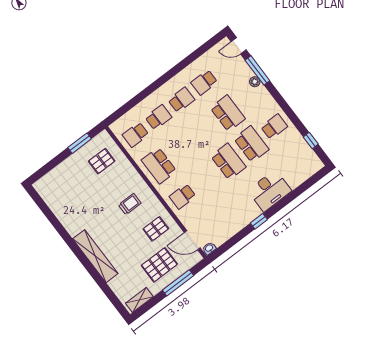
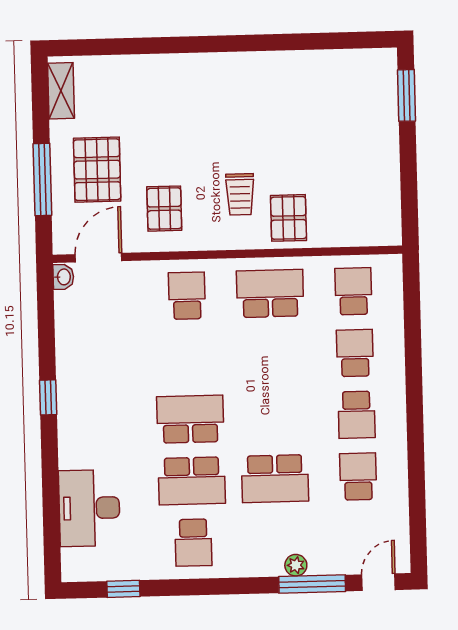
school desk: (158, 117) -> (355, 353), turned 180
window: (80, 143) -> (406, 95), moved
pallet: (102, 161) -> (289, 218), moved
school desk: (228, 162) -> (190, 419), turned 180
desk: (270, 191) -> (89, 508), moved
shelving: (95, 256) -> (192, 69), removed

